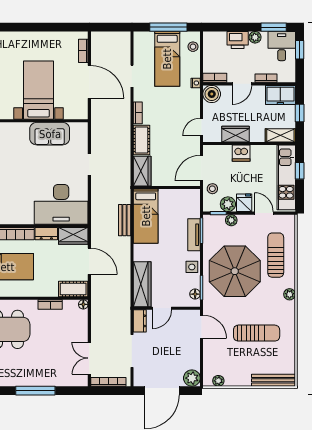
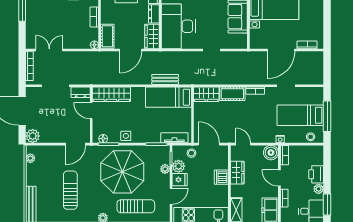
tv unit: (194, 235) -> (174, 138), moved
sun lounger: (257, 333) -> (70, 190), turned 180

